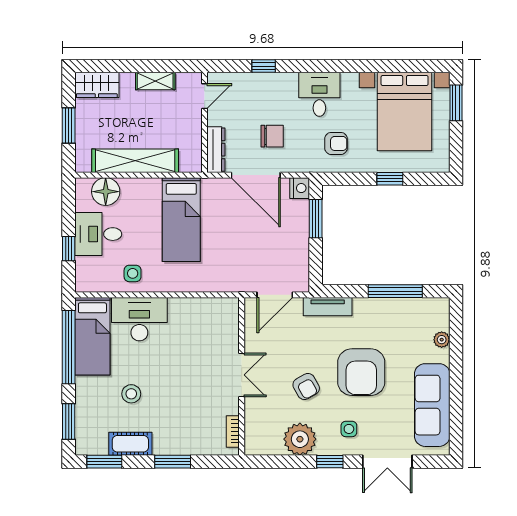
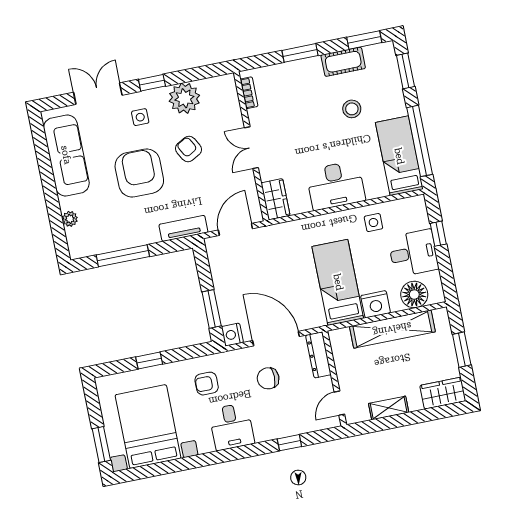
nightstand: (147, 190) -> (376, 304), added
wardrobe: (228, 317) -> (275, 199), added
desk: (139, 319) -> (336, 185), moved

